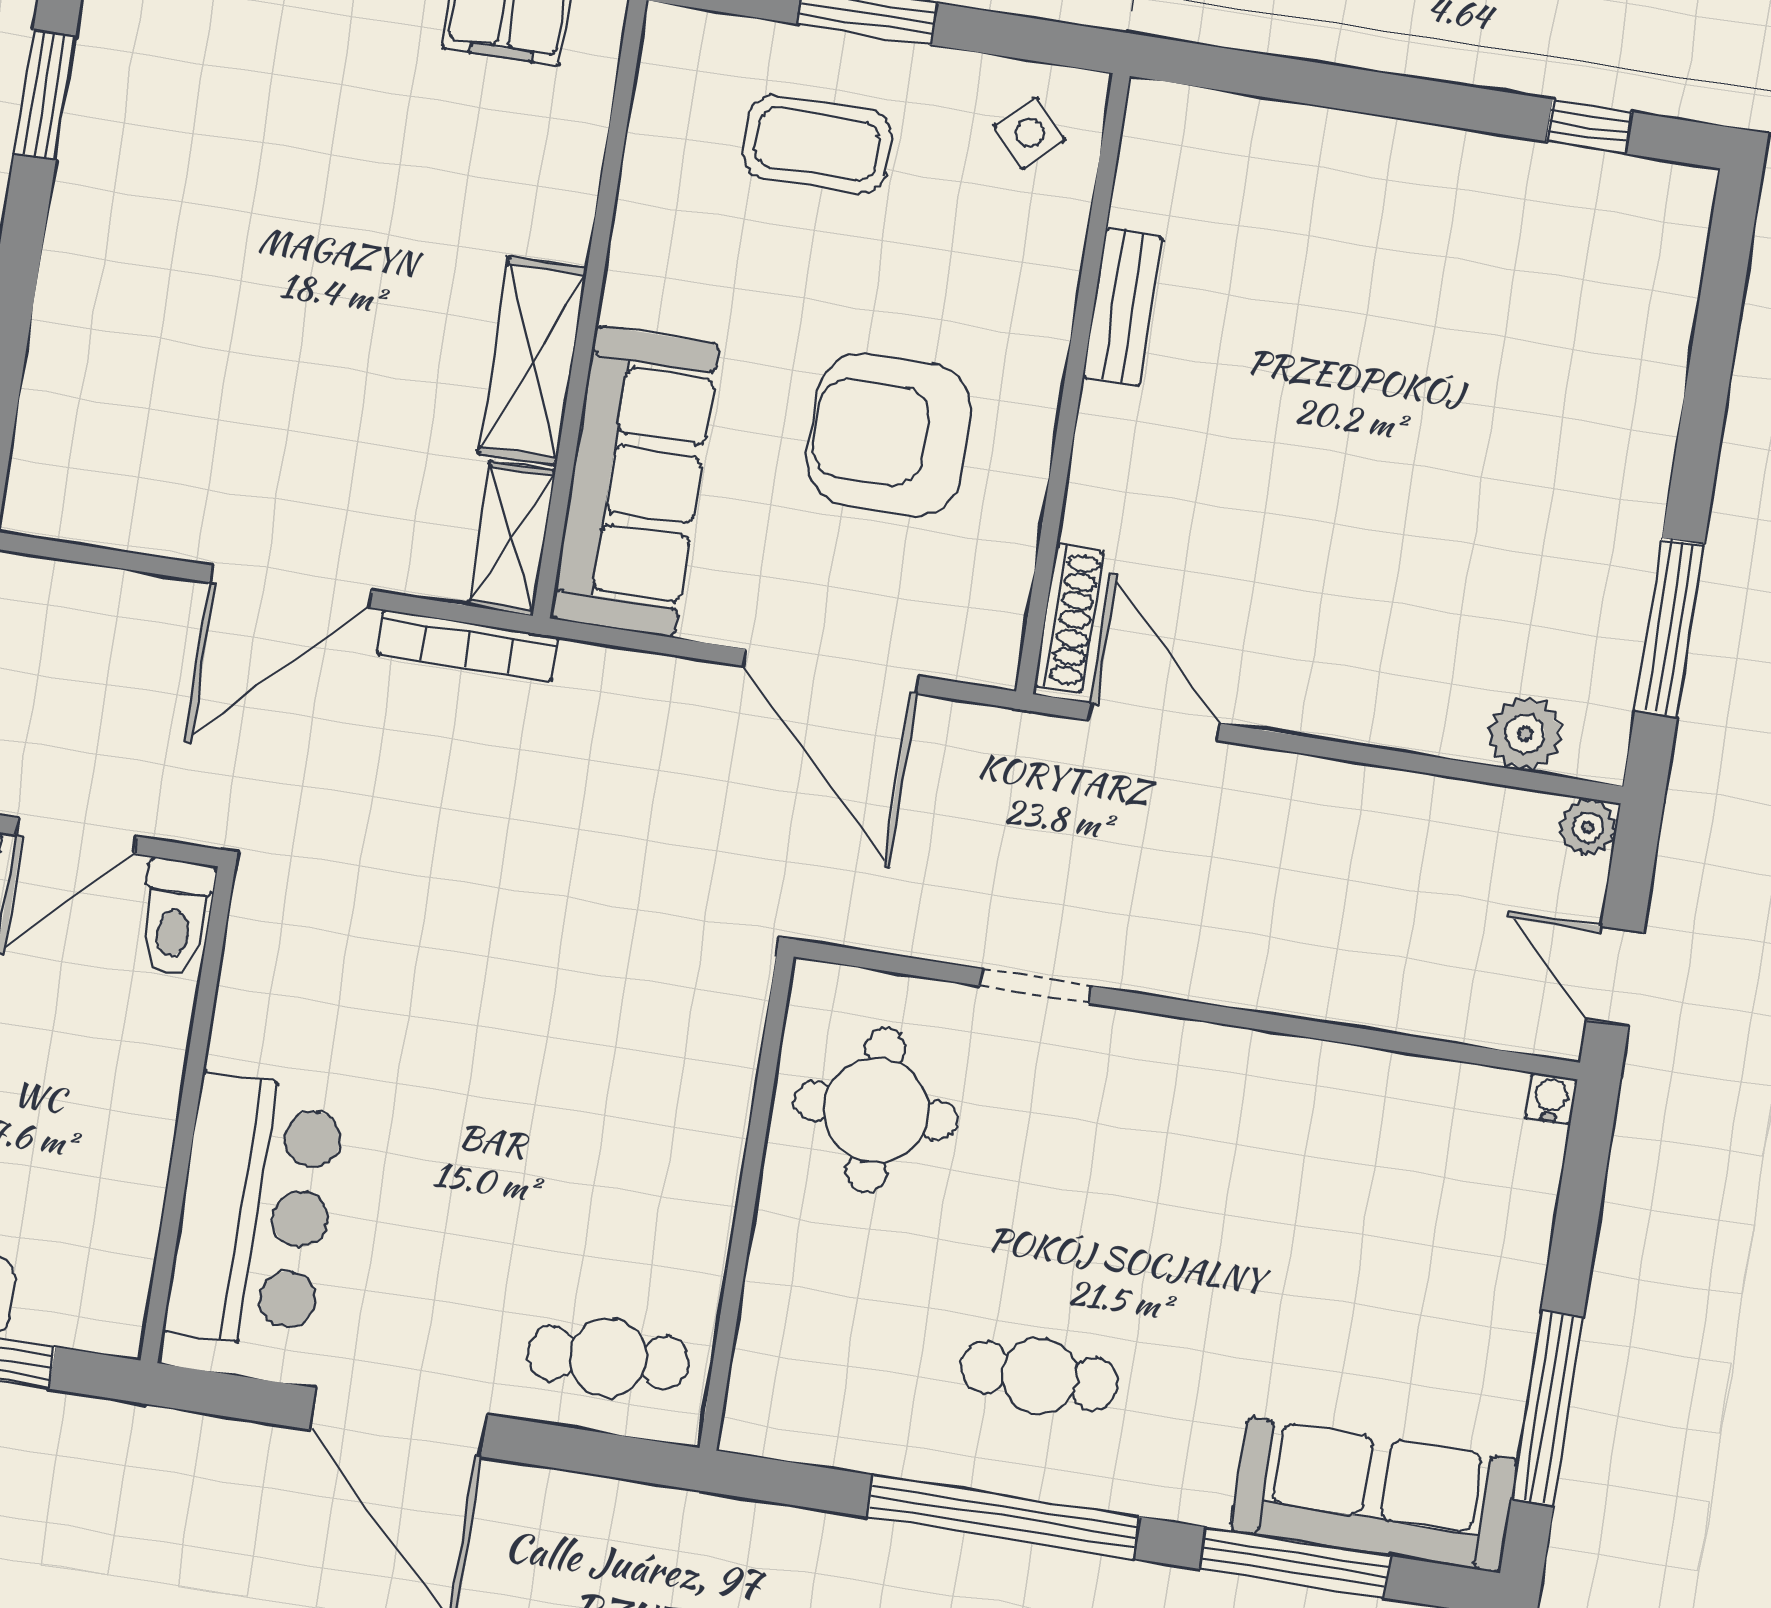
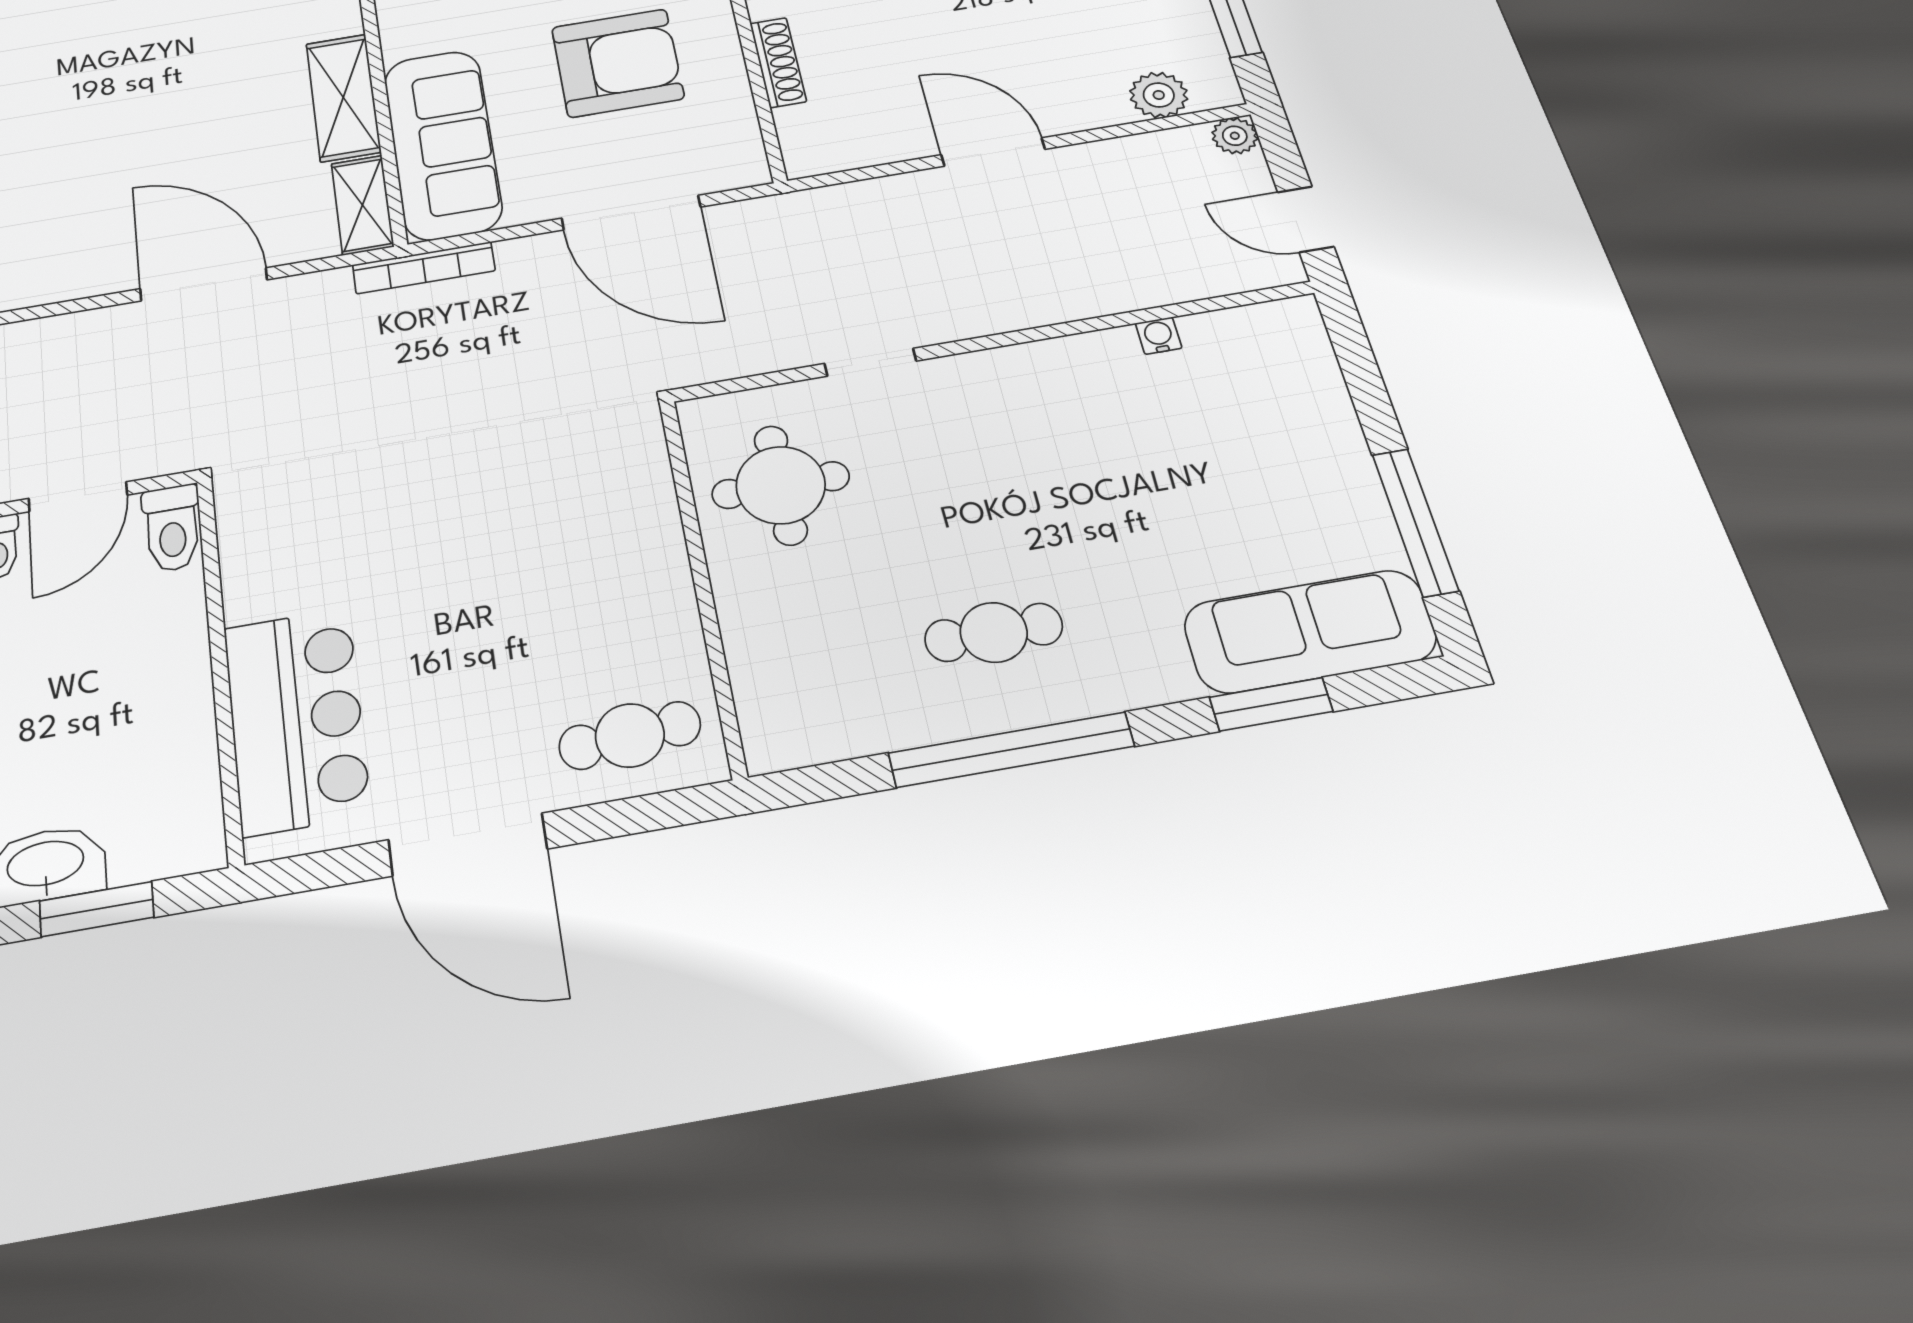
armchair: (889, 435) -> (618, 63), turned 180
door: (291, 586) -> (204, 284), swing flipped
shoe rack: (1069, 619) -> (778, 62), moved
bookcase: (467, 646) -> (424, 268), moved
door: (1154, 722) -> (993, 152), moved
water cooler: (1551, 1098) -> (1159, 336), moved
window: (1295, 1562) -> (1271, 704), width x0.69

